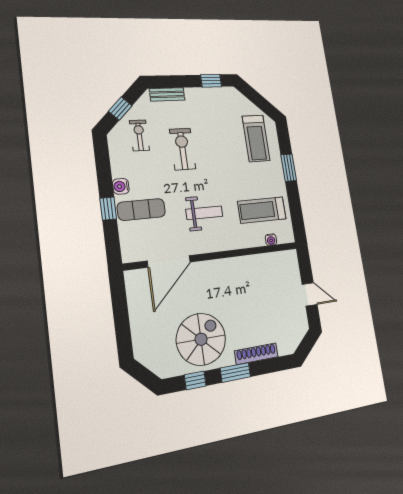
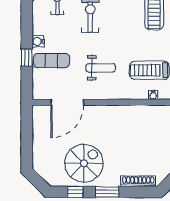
shoe rack: (256, 354) -> (138, 181), moved

